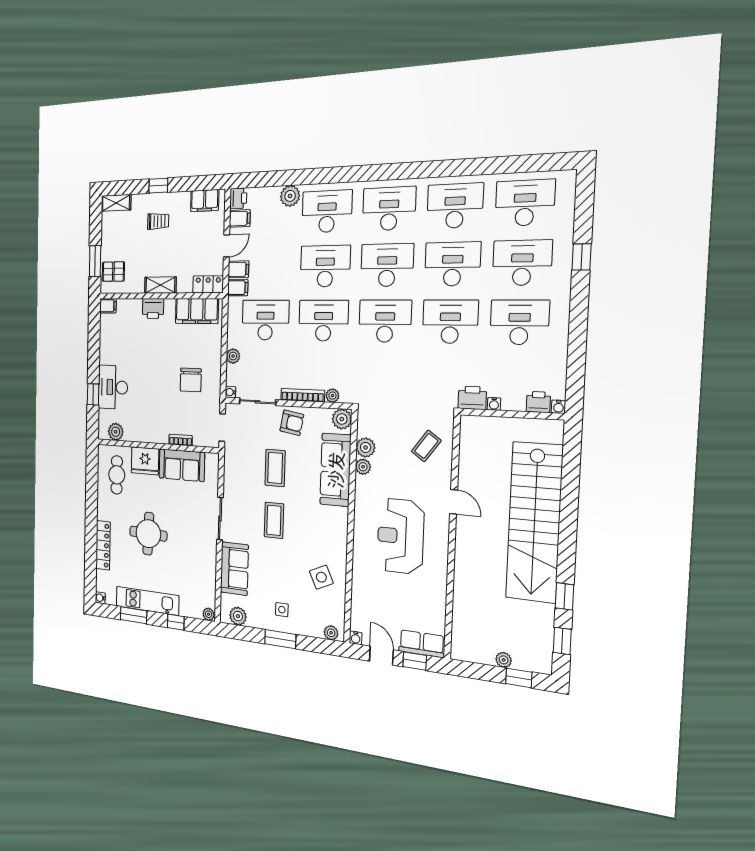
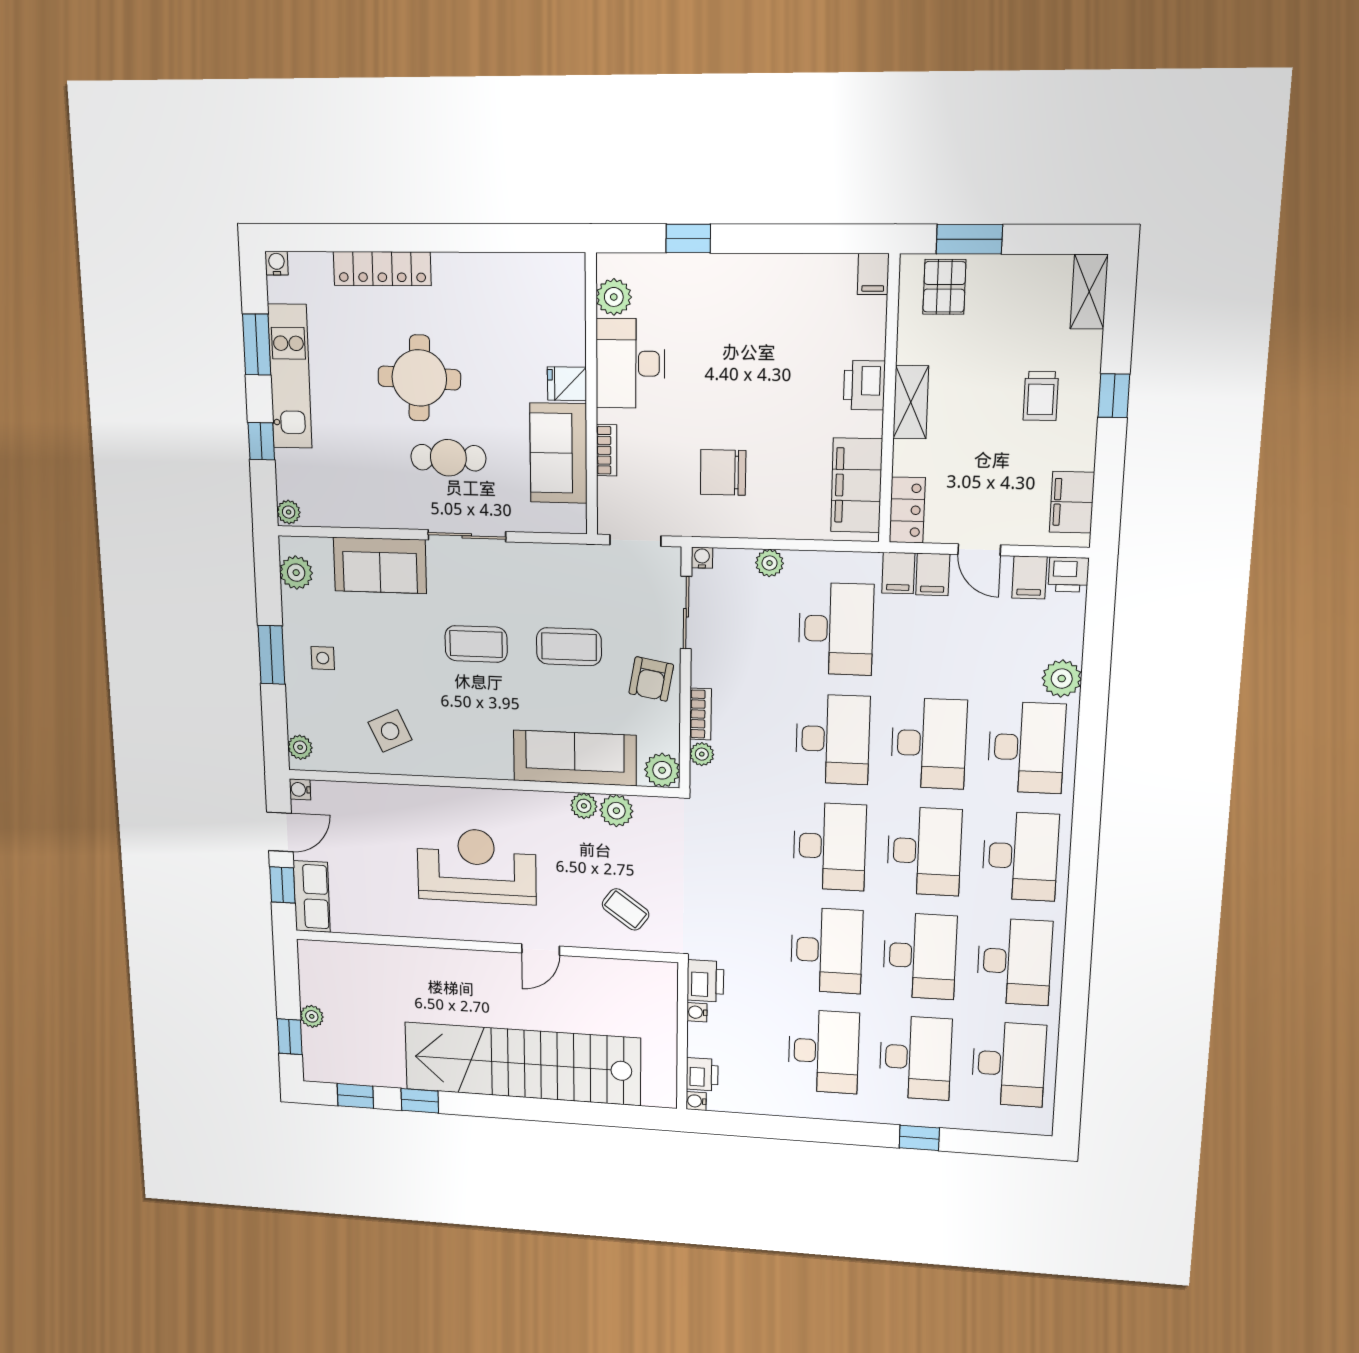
desk: (113, 387) -> (630, 363), moved, turned -90
bookcase: (303, 395) -> (701, 714), width x0.64
fridge: (145, 461) -> (567, 384), width x0.53, depth x0.75
cafe table: (117, 475) -> (448, 458), moved

